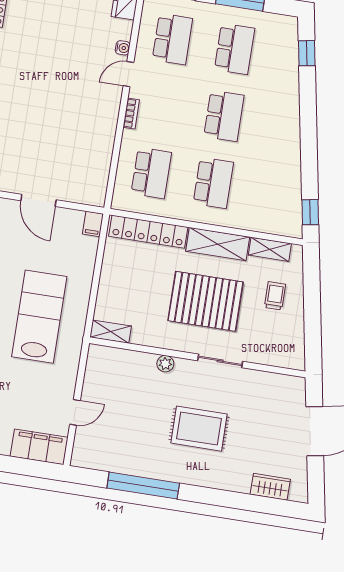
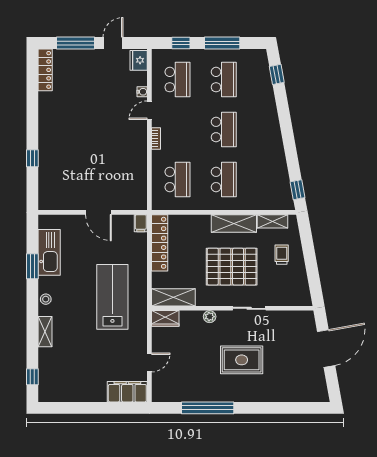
locker: (148, 232) -> (160, 243), moved, turned -90
shelving: (111, 332) -> (173, 297), width x1.50, depth x1.33
wardrobe: (270, 487) -> (165, 318), moved, turned 180

